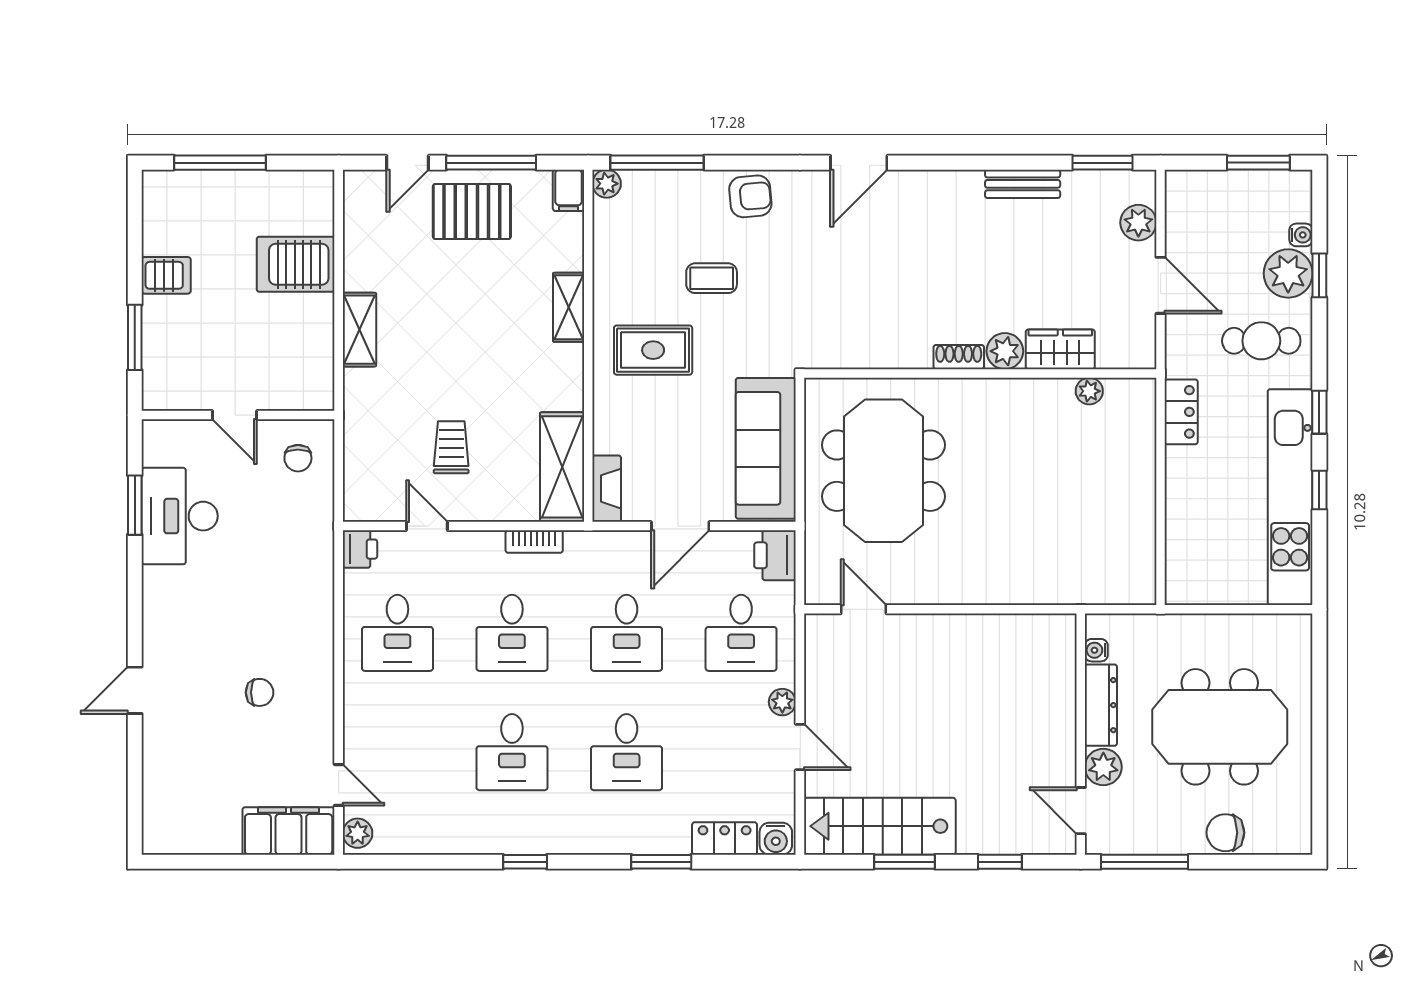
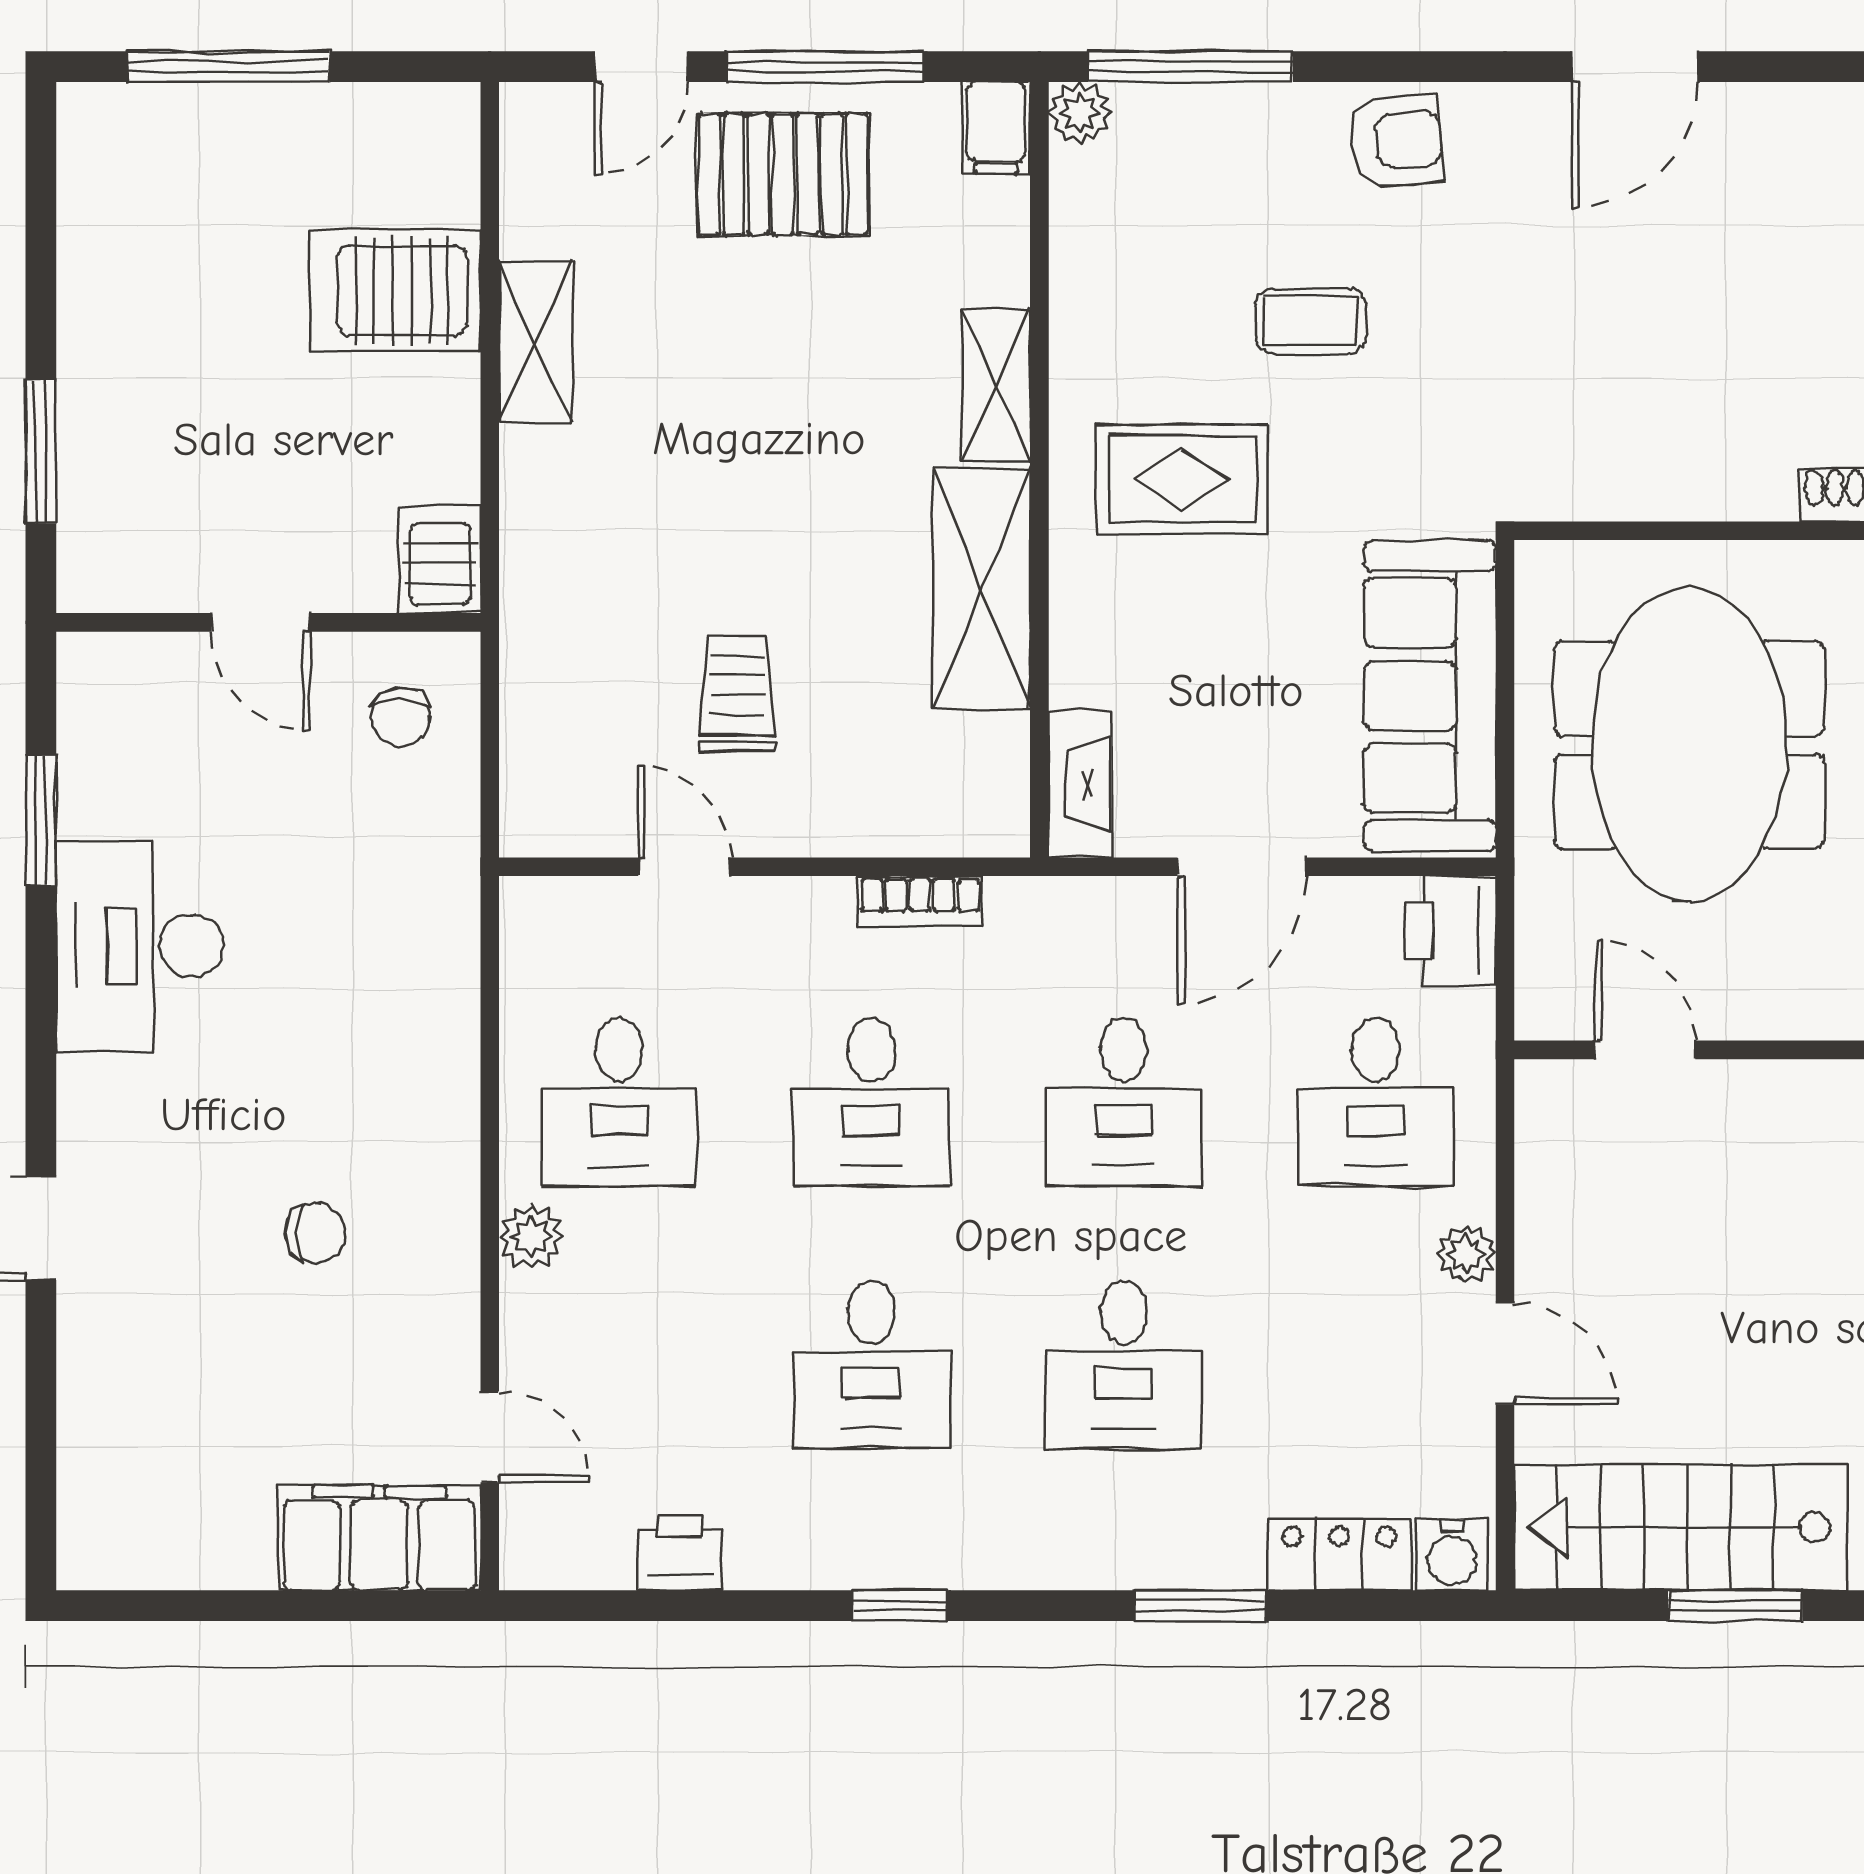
server rack: (166, 275) -> (440, 559), moved, turned -90
shelving: (359, 330) -> (535, 342), moved
shelving: (562, 467) -> (982, 588), moved
desk: (180, 516) -> (140, 946), moved
printer: (360, 549) -> (680, 1553), moved, turned -90
plant: (358, 833) -> (531, 1237), moved

